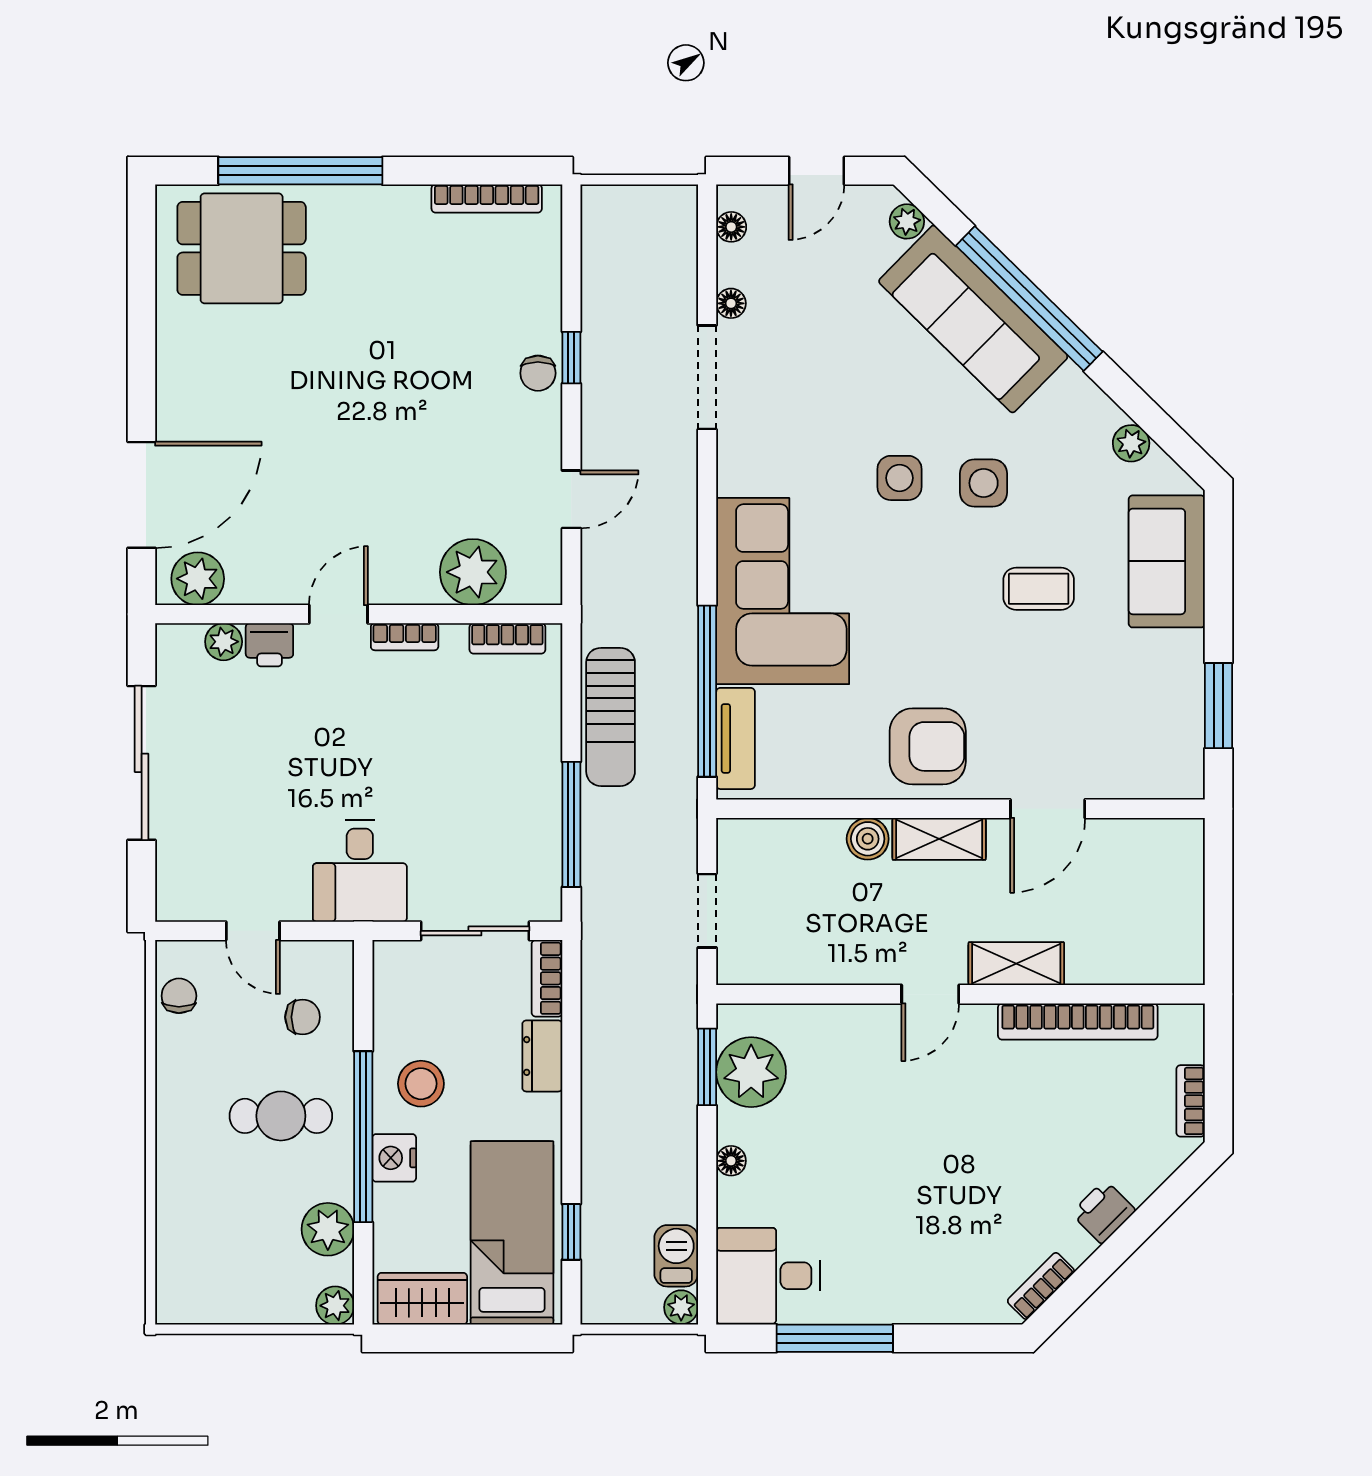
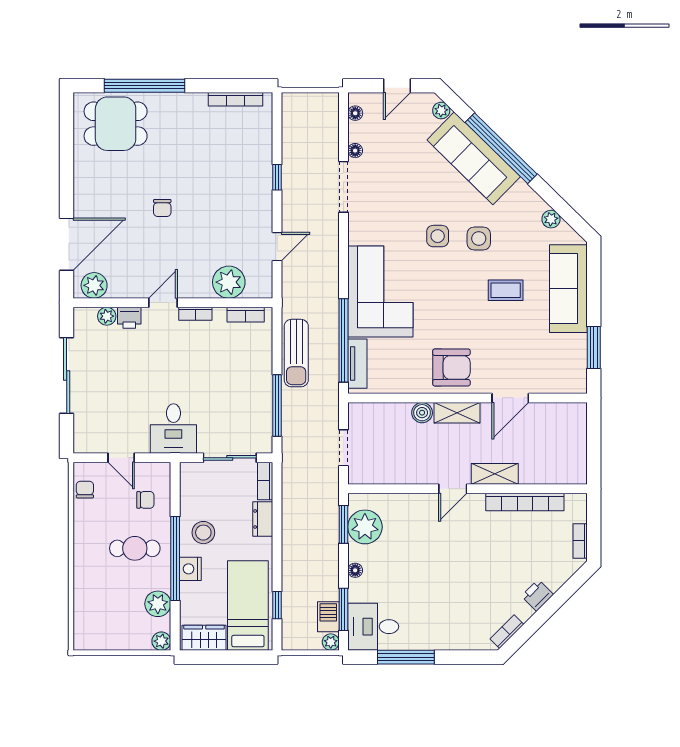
chair: (538, 373) -> (162, 208), moved
sofa: (1167, 561) -> (568, 289), width x1.36
window: (707, 1241) -> (343, 609), added

